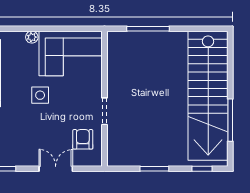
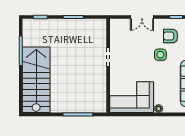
side table: (40, 95) -> (160, 55), moved
stairs: (208, 96) -> (36, 80), width x0.73
armchair: (83, 139) -> (171, 36), moved, turned 90

